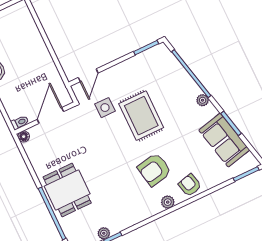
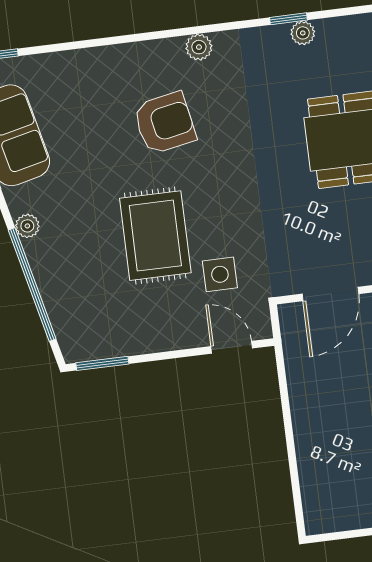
door: (88, 75) -> (232, 347), hinge flipped
armchair: (190, 185) -> (106, 71), removed
plant: (168, 202) -> (199, 47), moved

